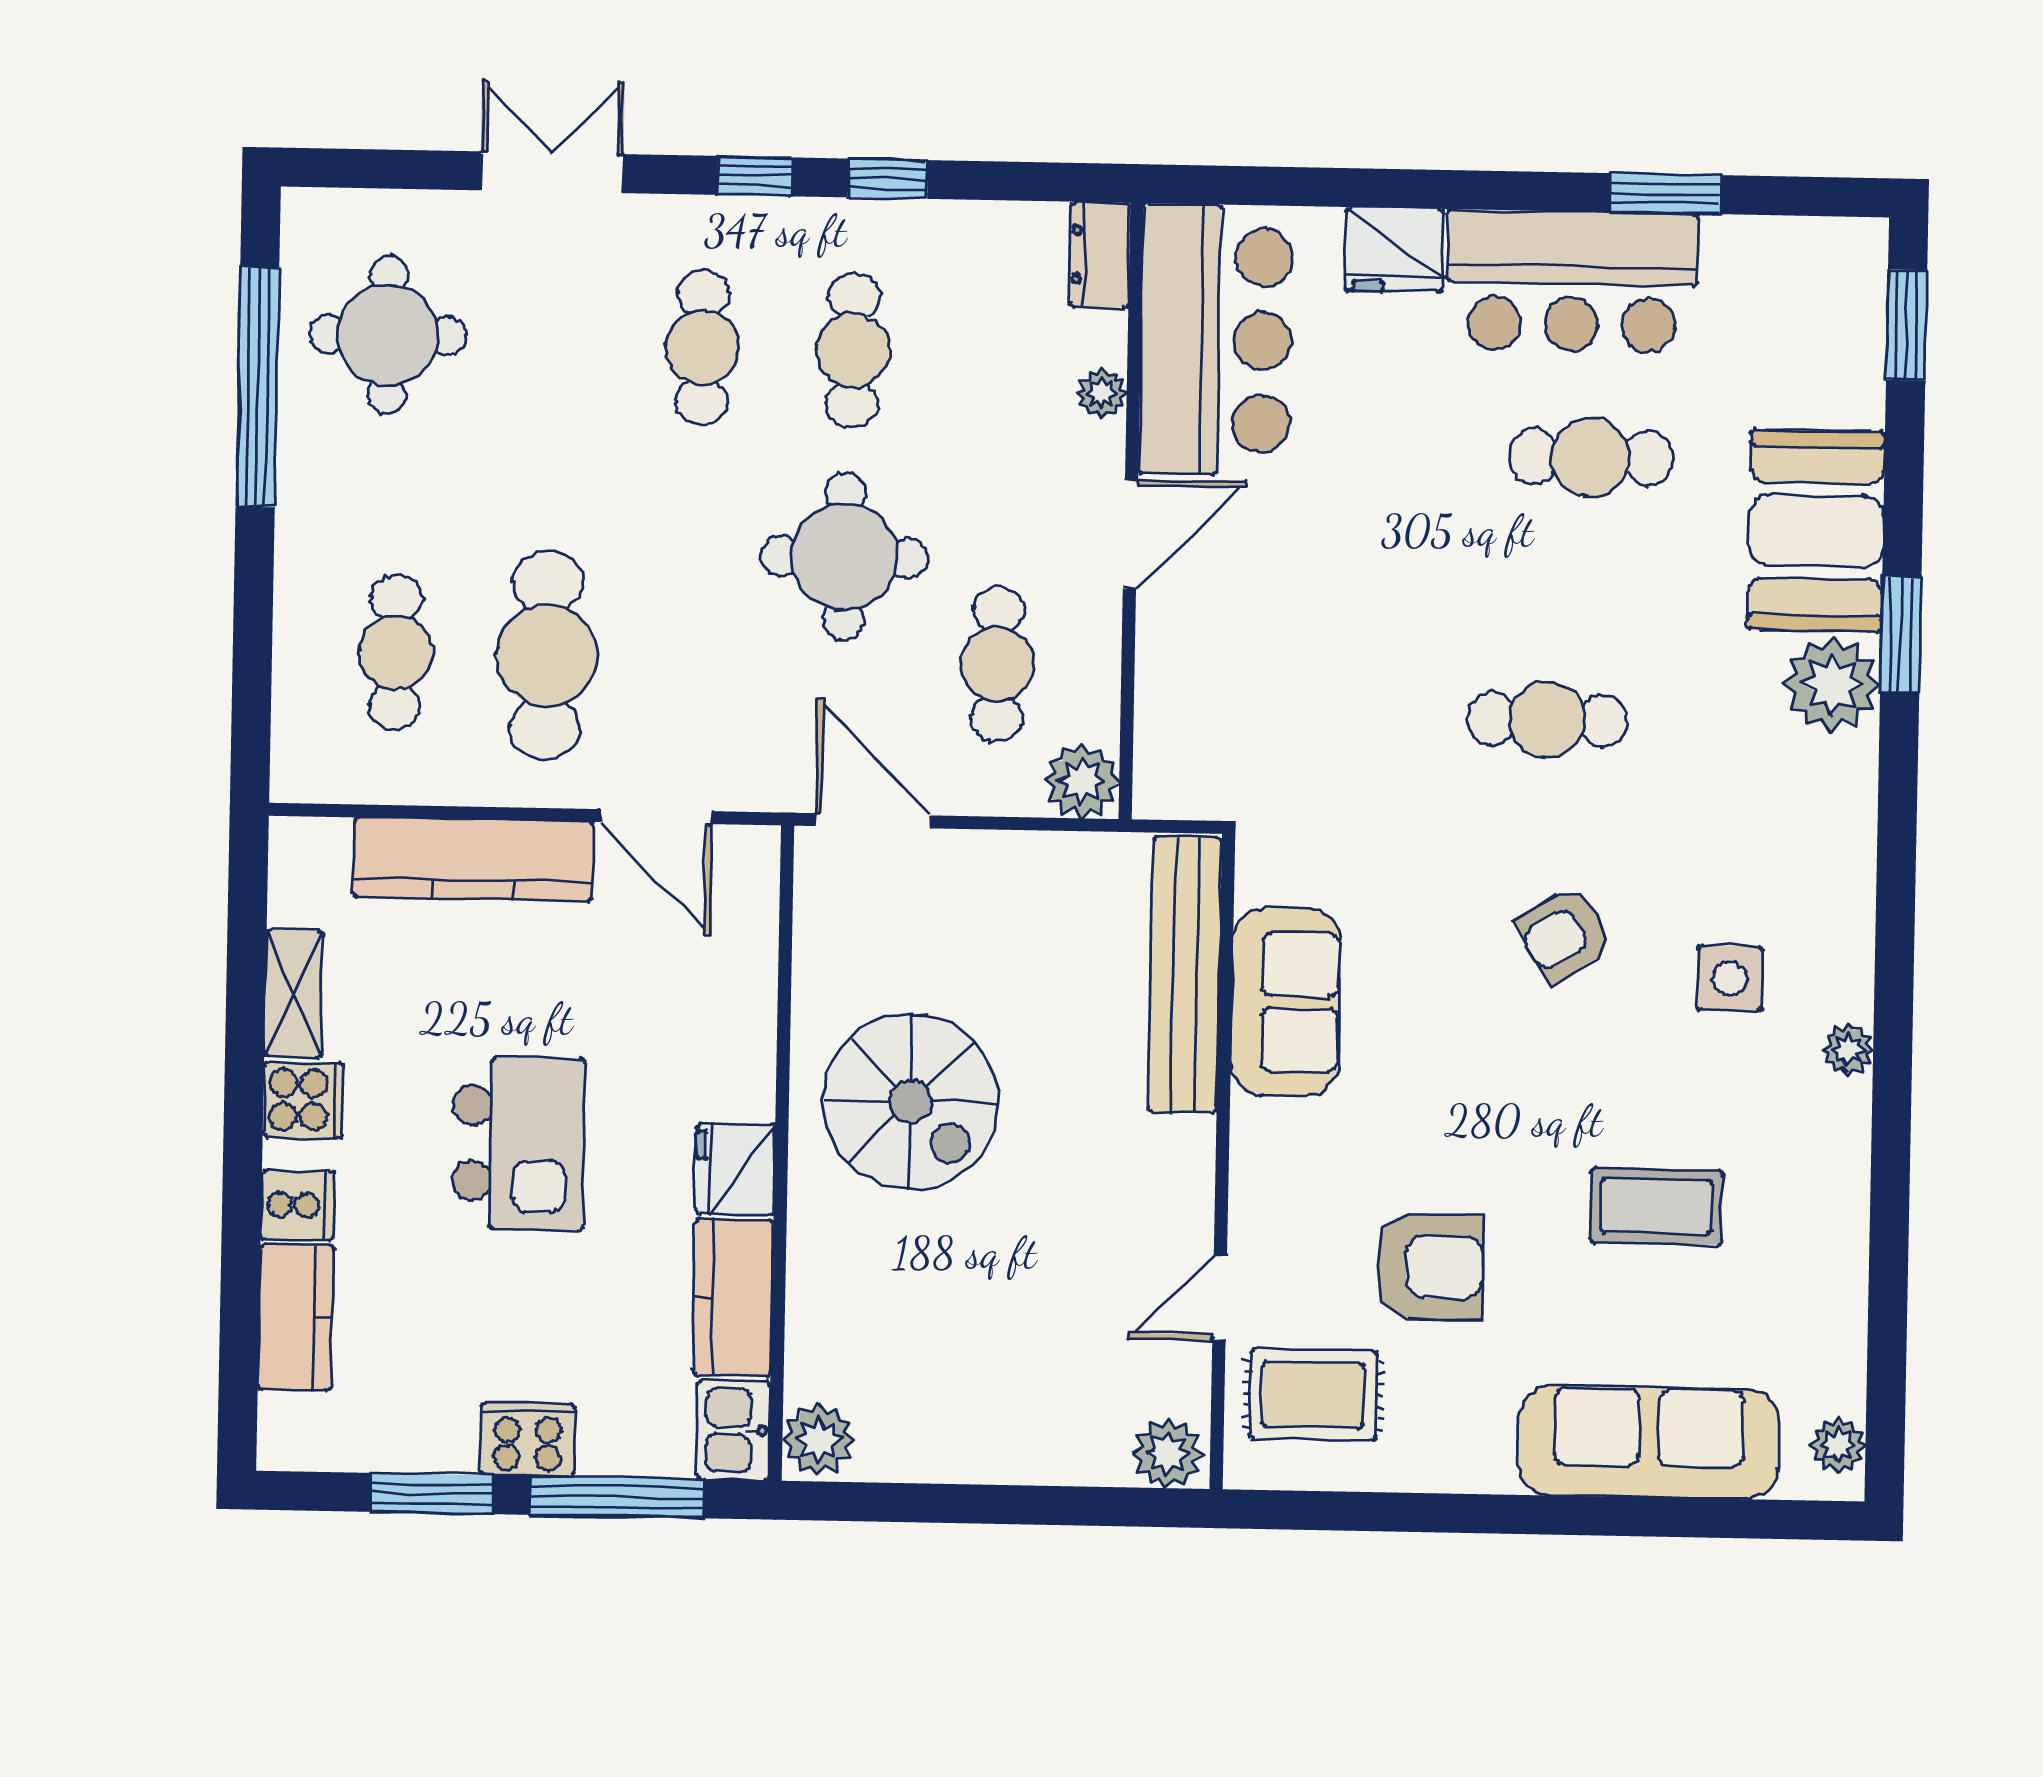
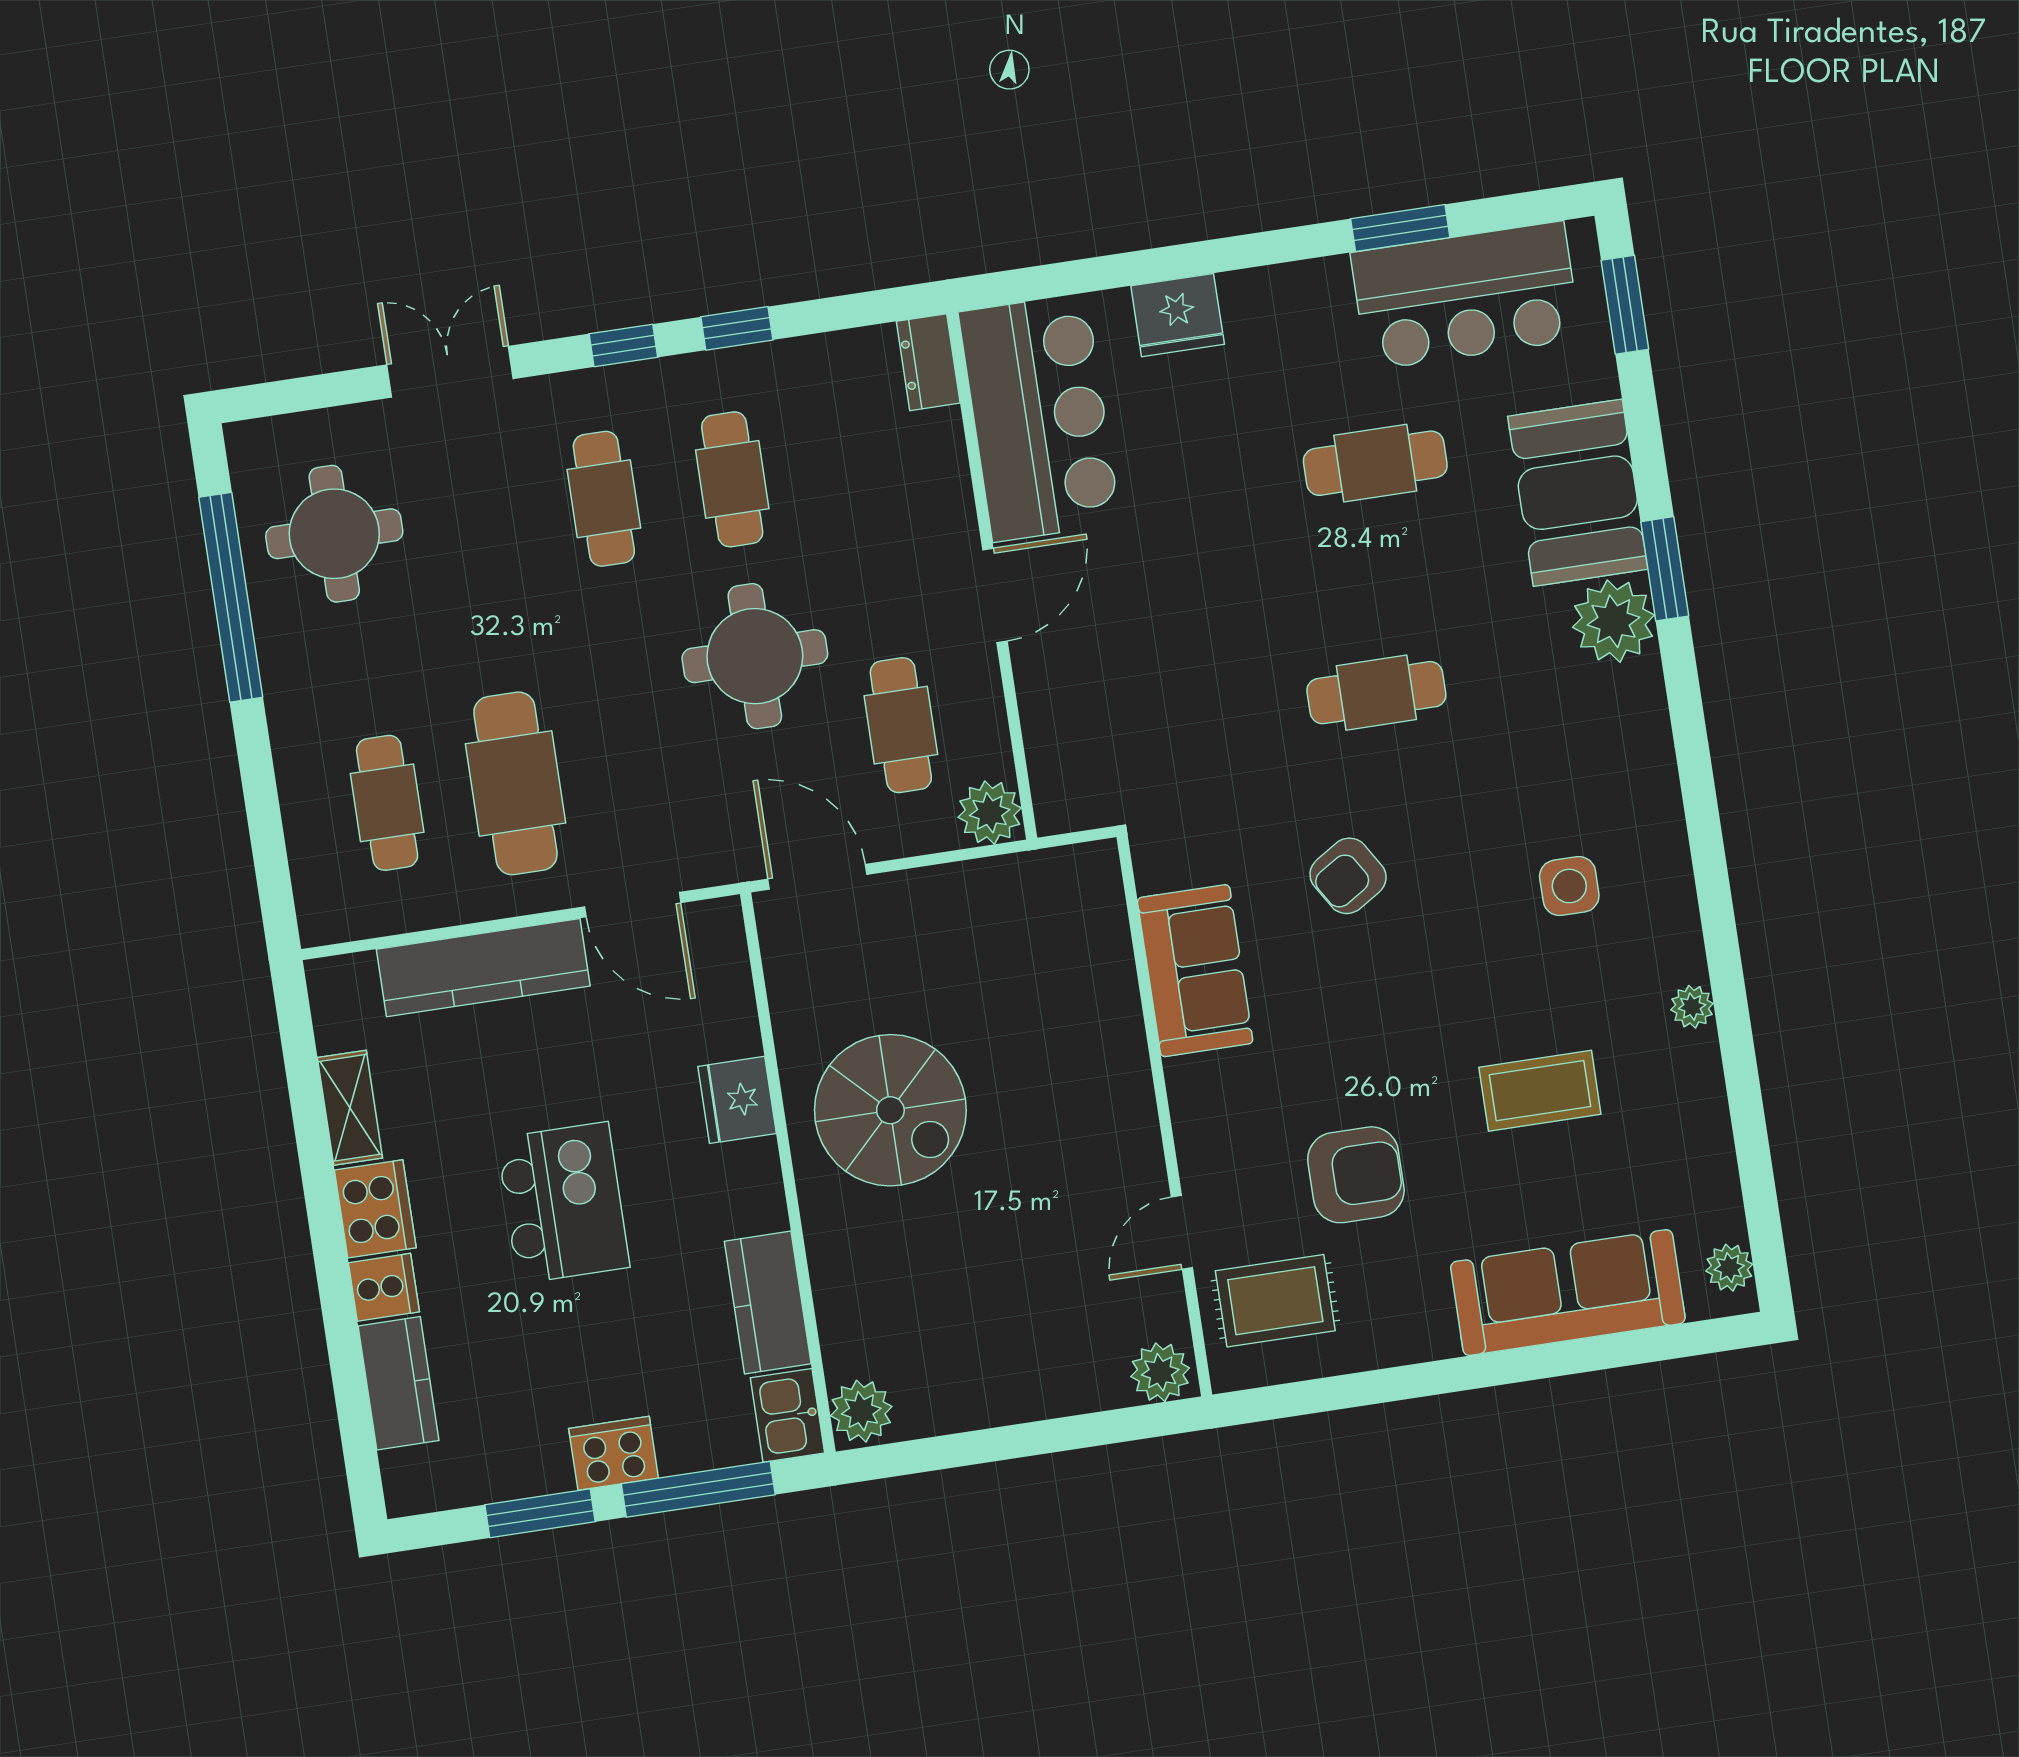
bar counter: (1572, 281) -> (1466, 296), moved
plant: (1102, 393) -> (950, 480), removed
armchair: (1564, 934) -> (1348, 876), moved
bench: (1185, 974) -> (1105, 962), removed
plant: (1848, 1049) -> (1692, 1007), moved
cooker: (303, 1100) -> (375, 1209), width x1.36
fridge: (735, 1169) -> (737, 1100), moved

